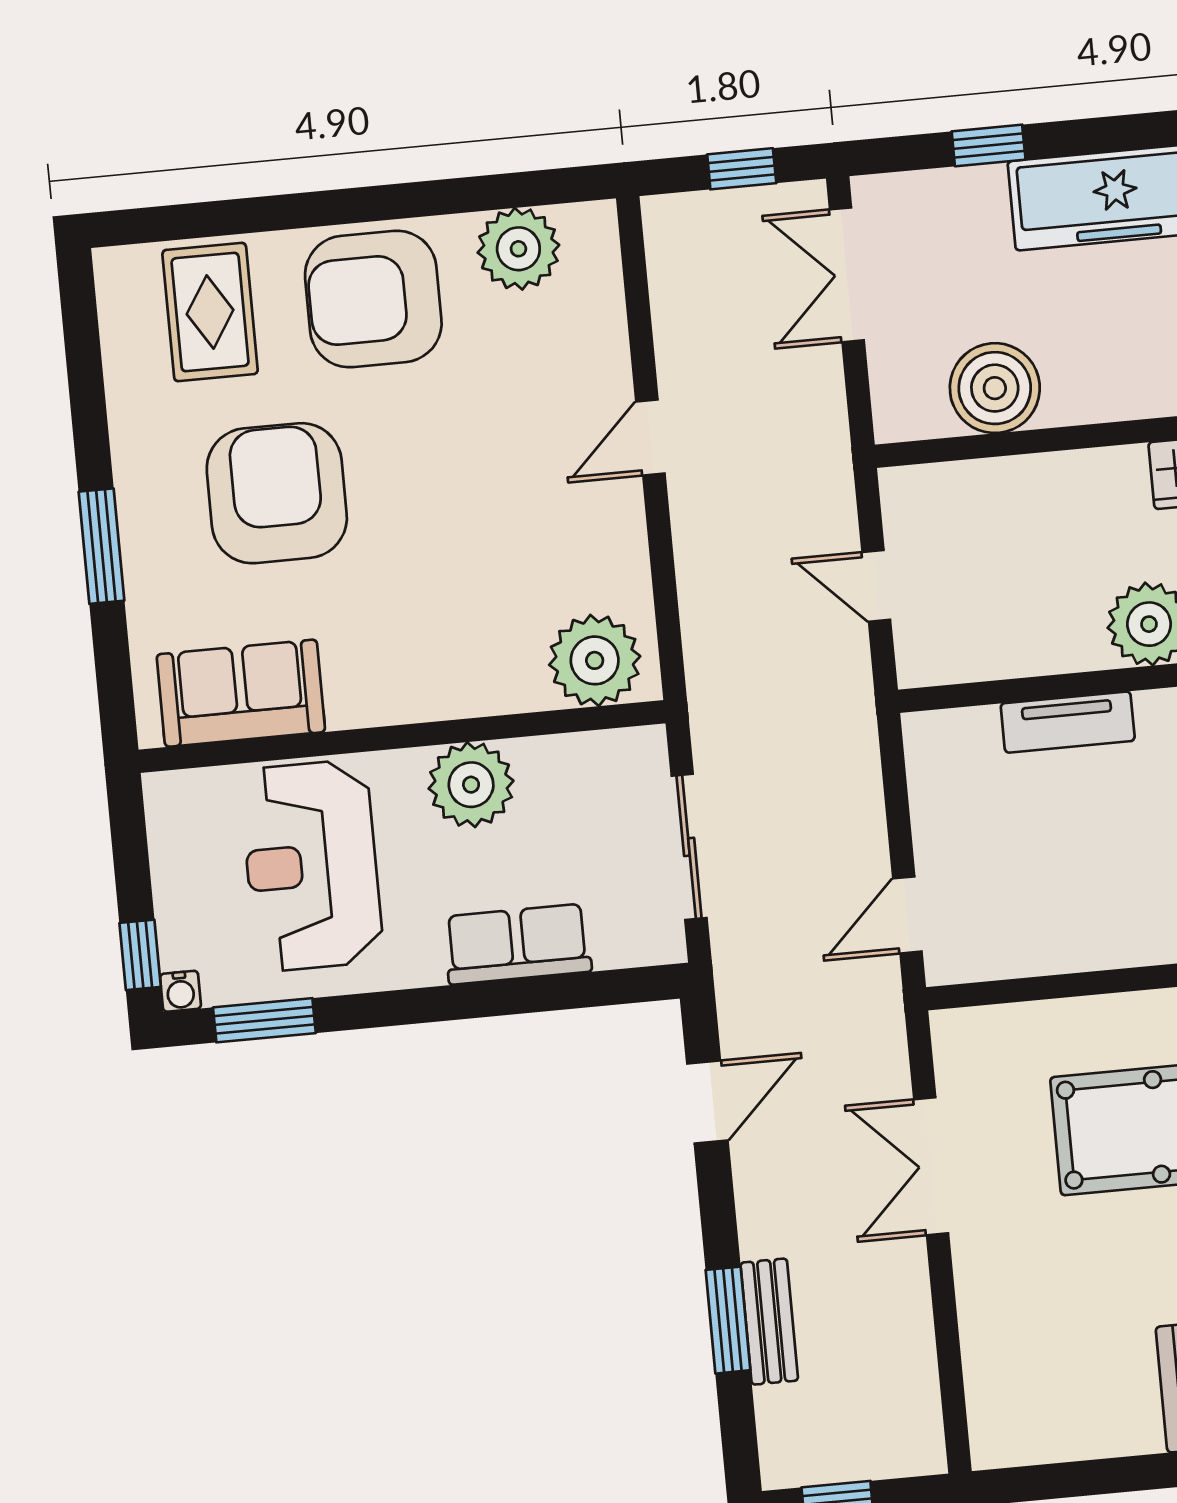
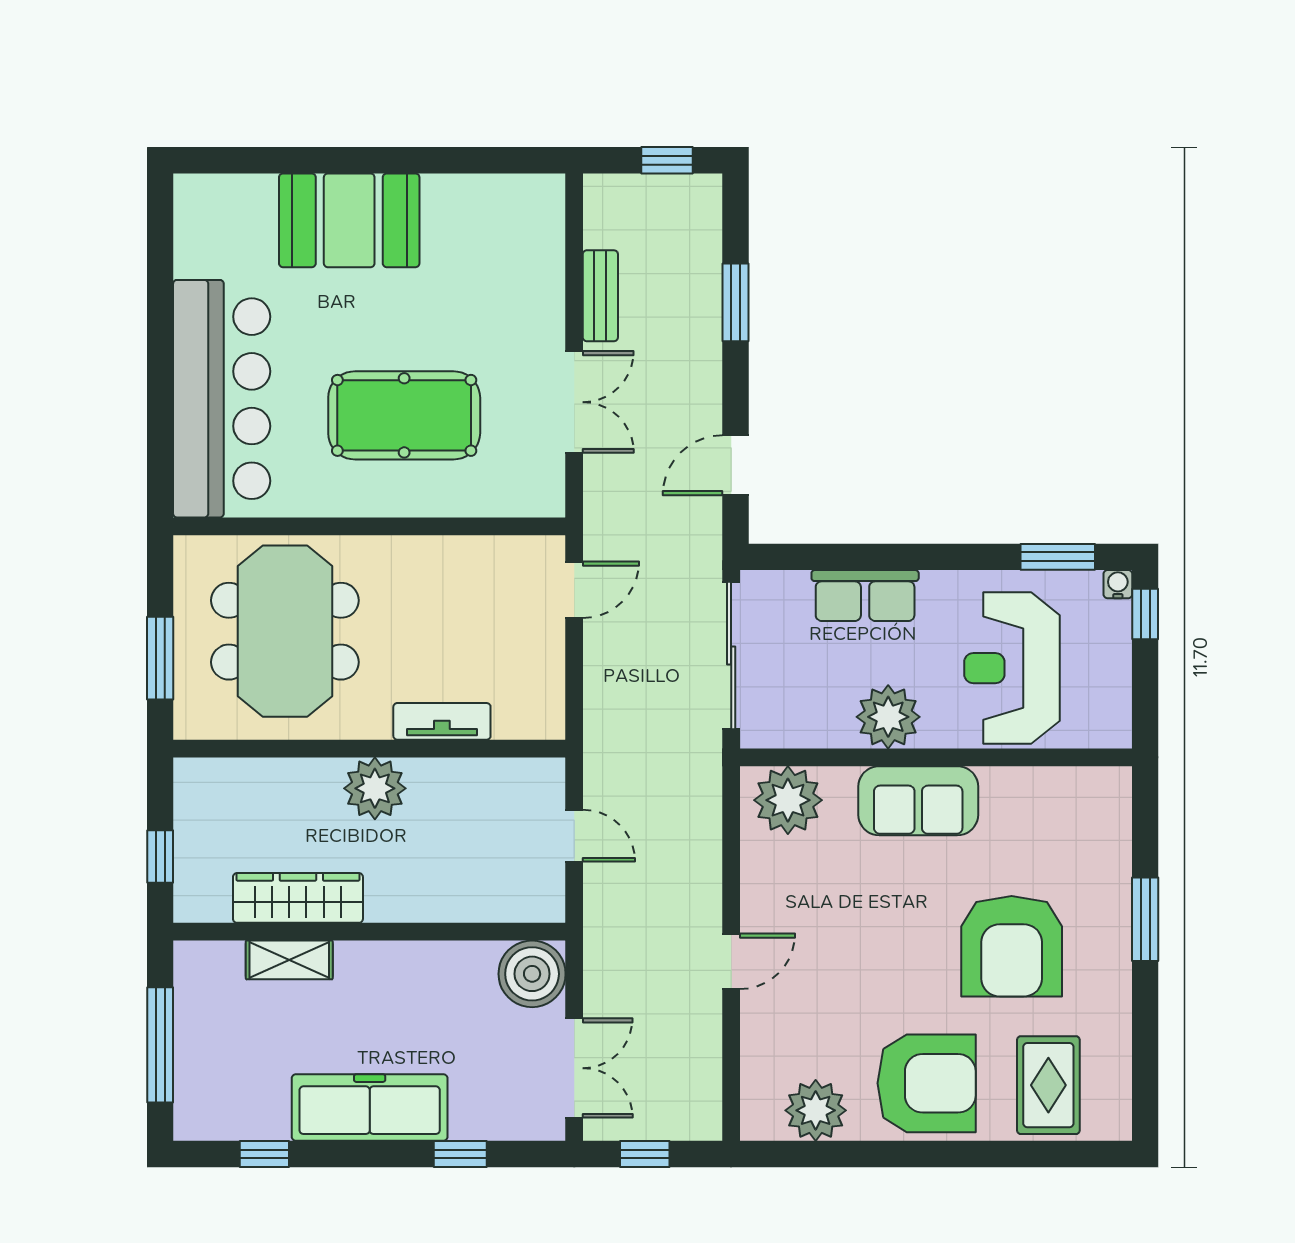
boiler: (995, 388) -> (532, 974), moved
sofa: (241, 693) -> (918, 801), moved
sliding door: (689, 847) -> (731, 655), width x1.37
reception desk: (312, 866) -> (1012, 668), turned 180
bench: (769, 1322) -> (600, 296), moved

